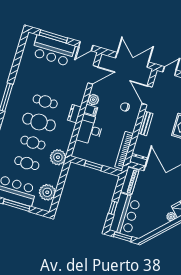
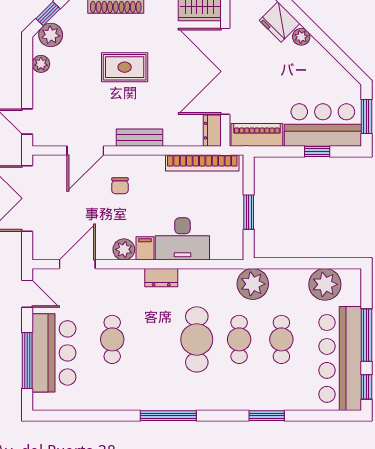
door: (93, 75) -> (77, 264), hinge flipped
cafe table: (45, 101) -> (112, 339), moved

